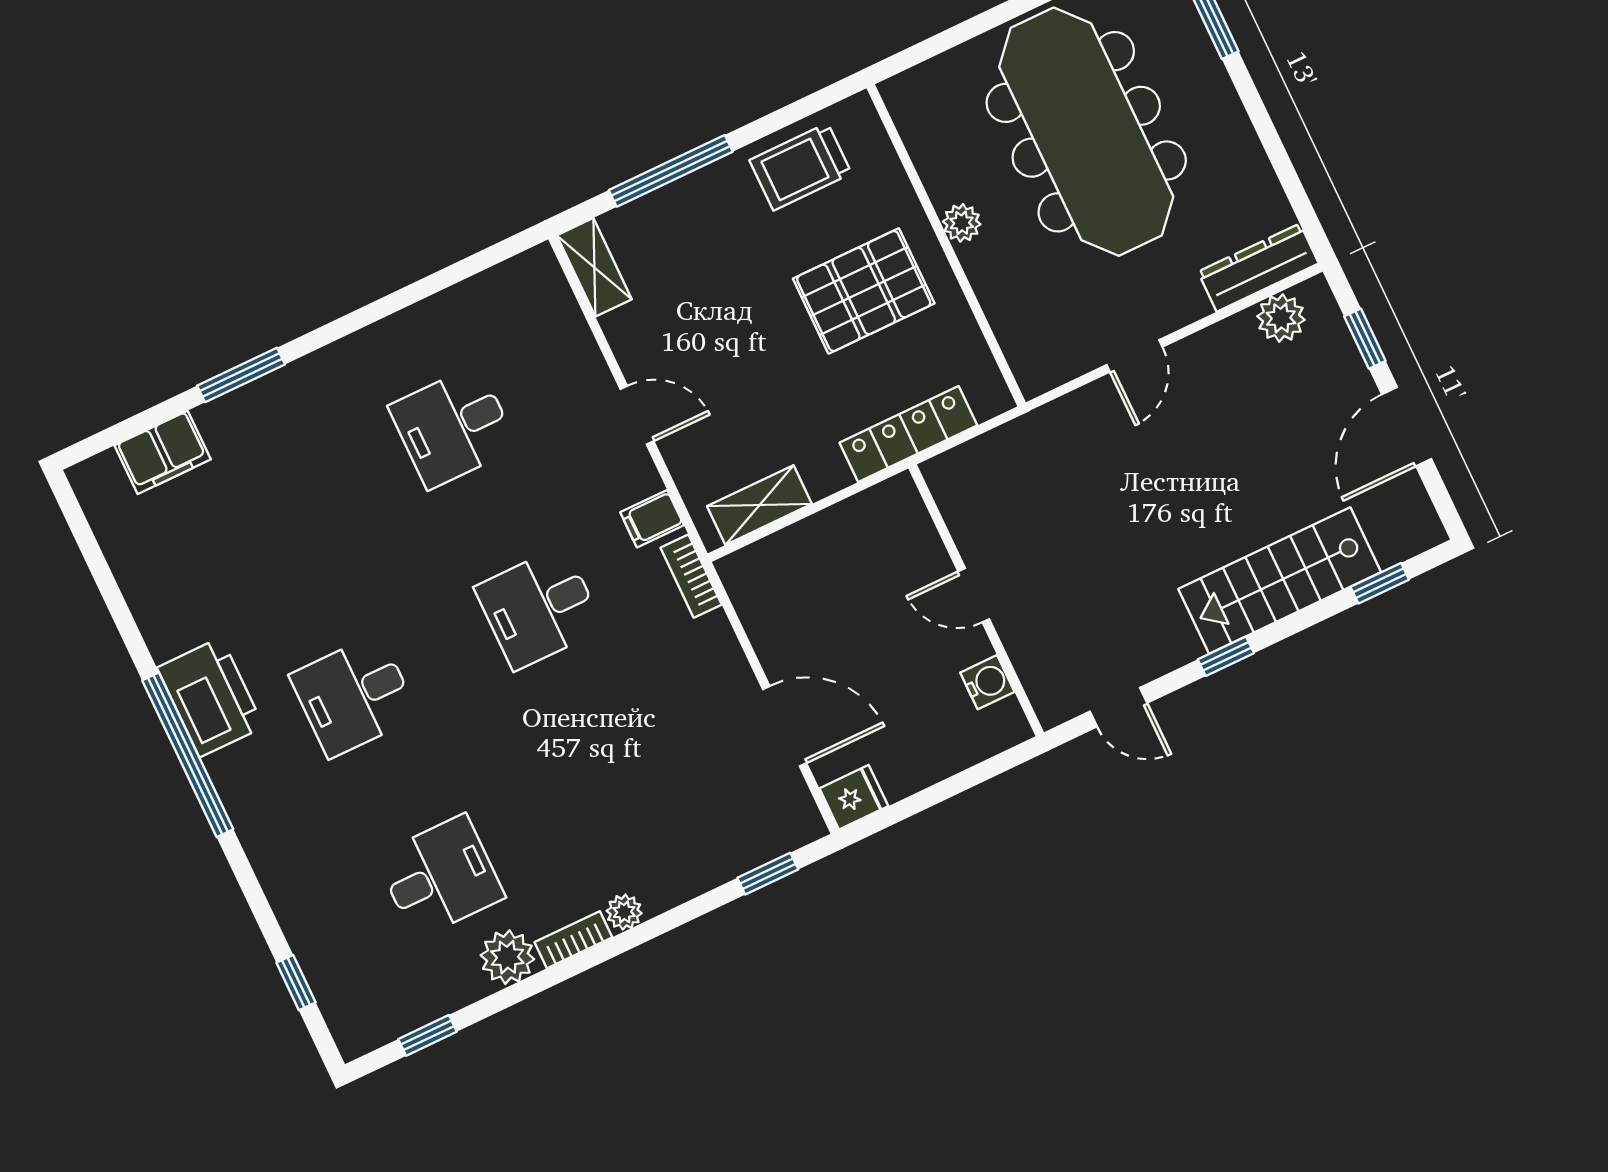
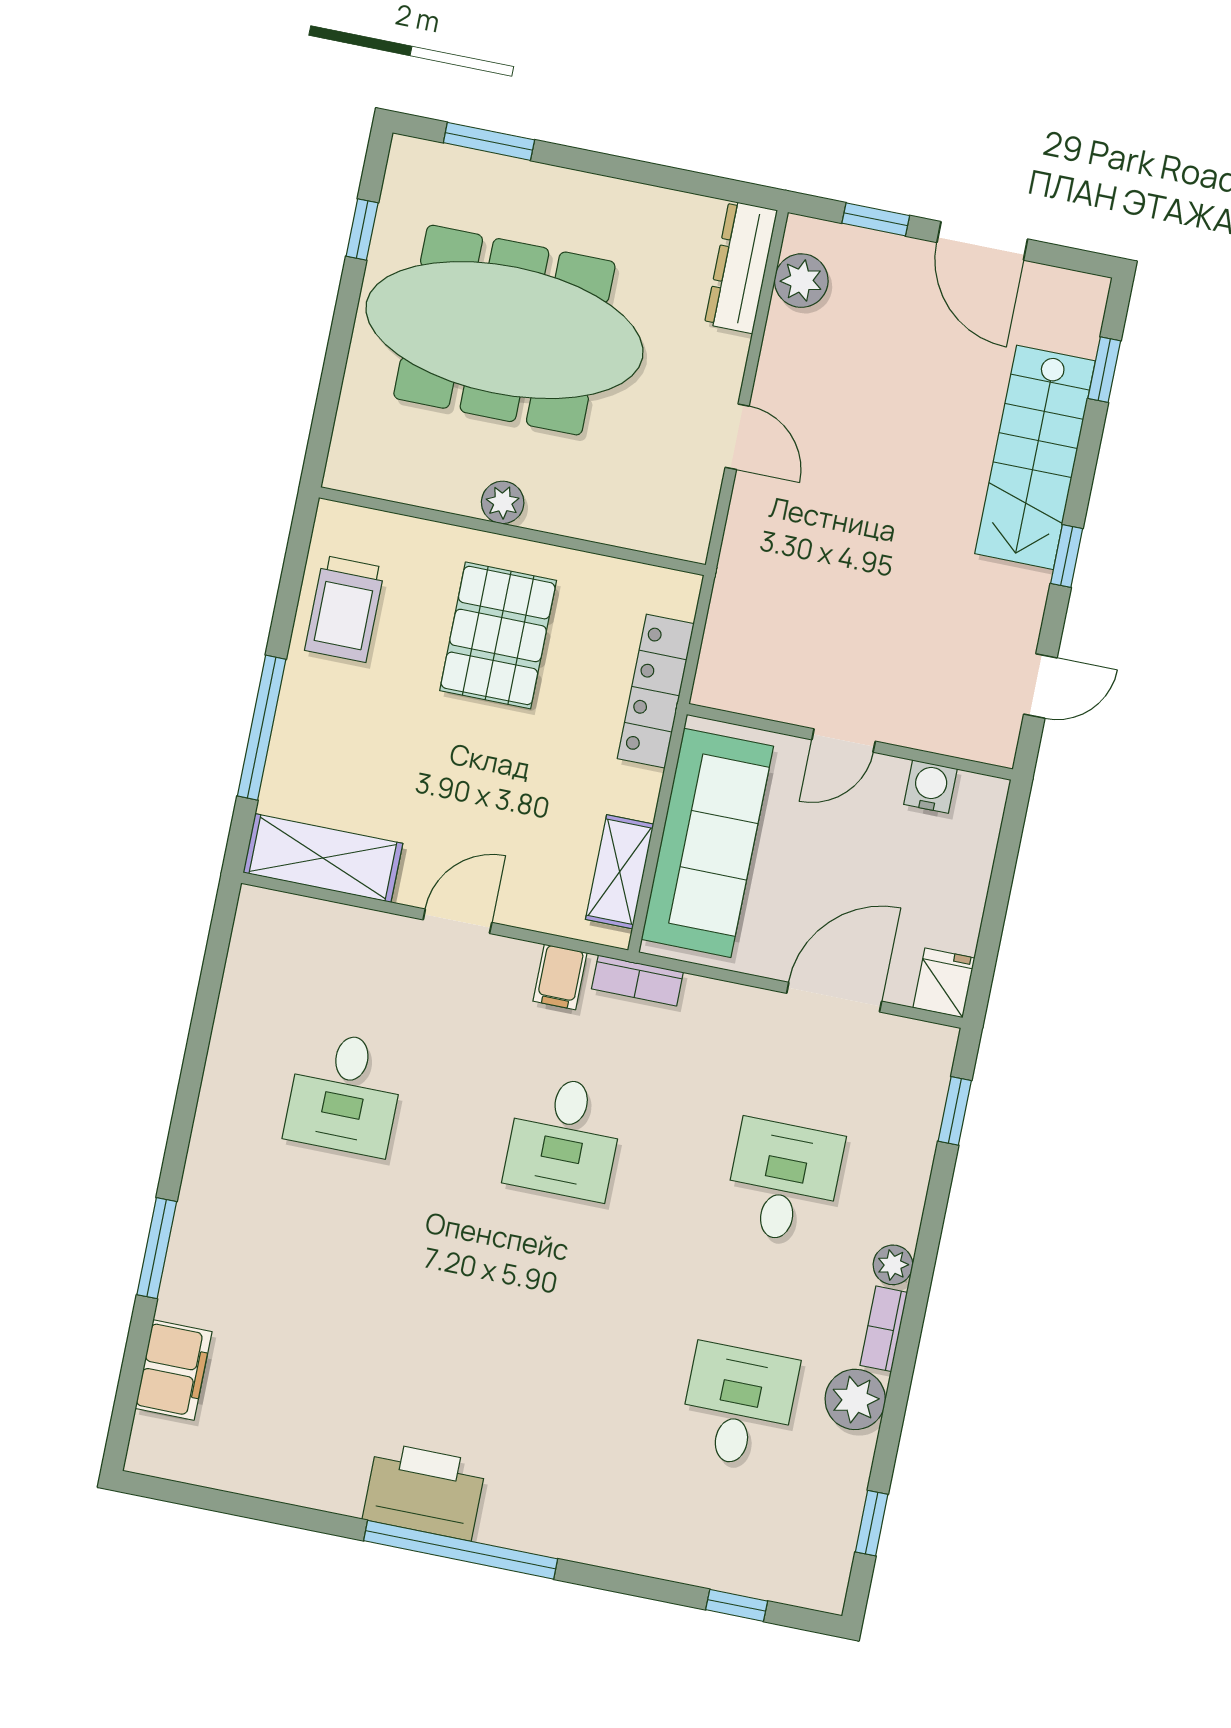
shelving: (594, 267) -> (323, 858), width x1.50, depth x1.33
sofa: (827, 552) -> (707, 843), added
desk: (354, 696) -> (784, 1182), moved, turned 180

